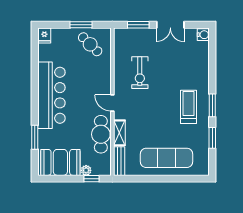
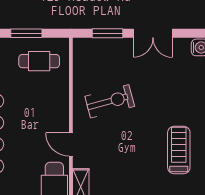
cafe table: (90, 44) -> (39, 61), turned -45
exercise bike: (140, 73) -> (110, 101), turned -105

